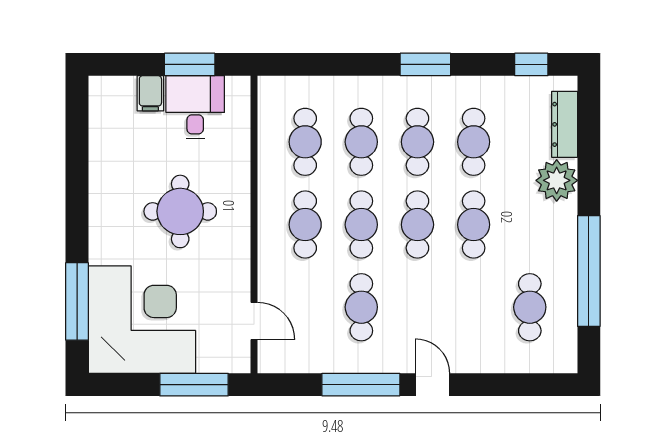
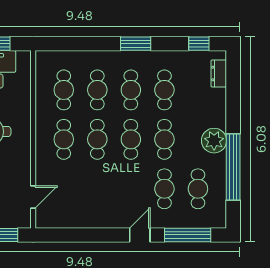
dresser: (565, 124) -> (219, 73), width x0.70
plant: (557, 180) -> (214, 141), moved
cafe table: (361, 307) -> (164, 189), moved
door: (254, 321) -> (33, 197), hinge flipped
window: (361, 385) -> (188, 235), moved
door: (432, 385) -> (140, 235), hinge flipped

